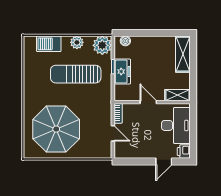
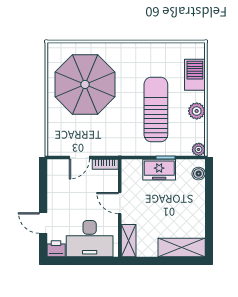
plant: (102, 45) -> (199, 149), width x0.53, depth x0.53
door: (148, 102) -> (120, 203), swing flipped

